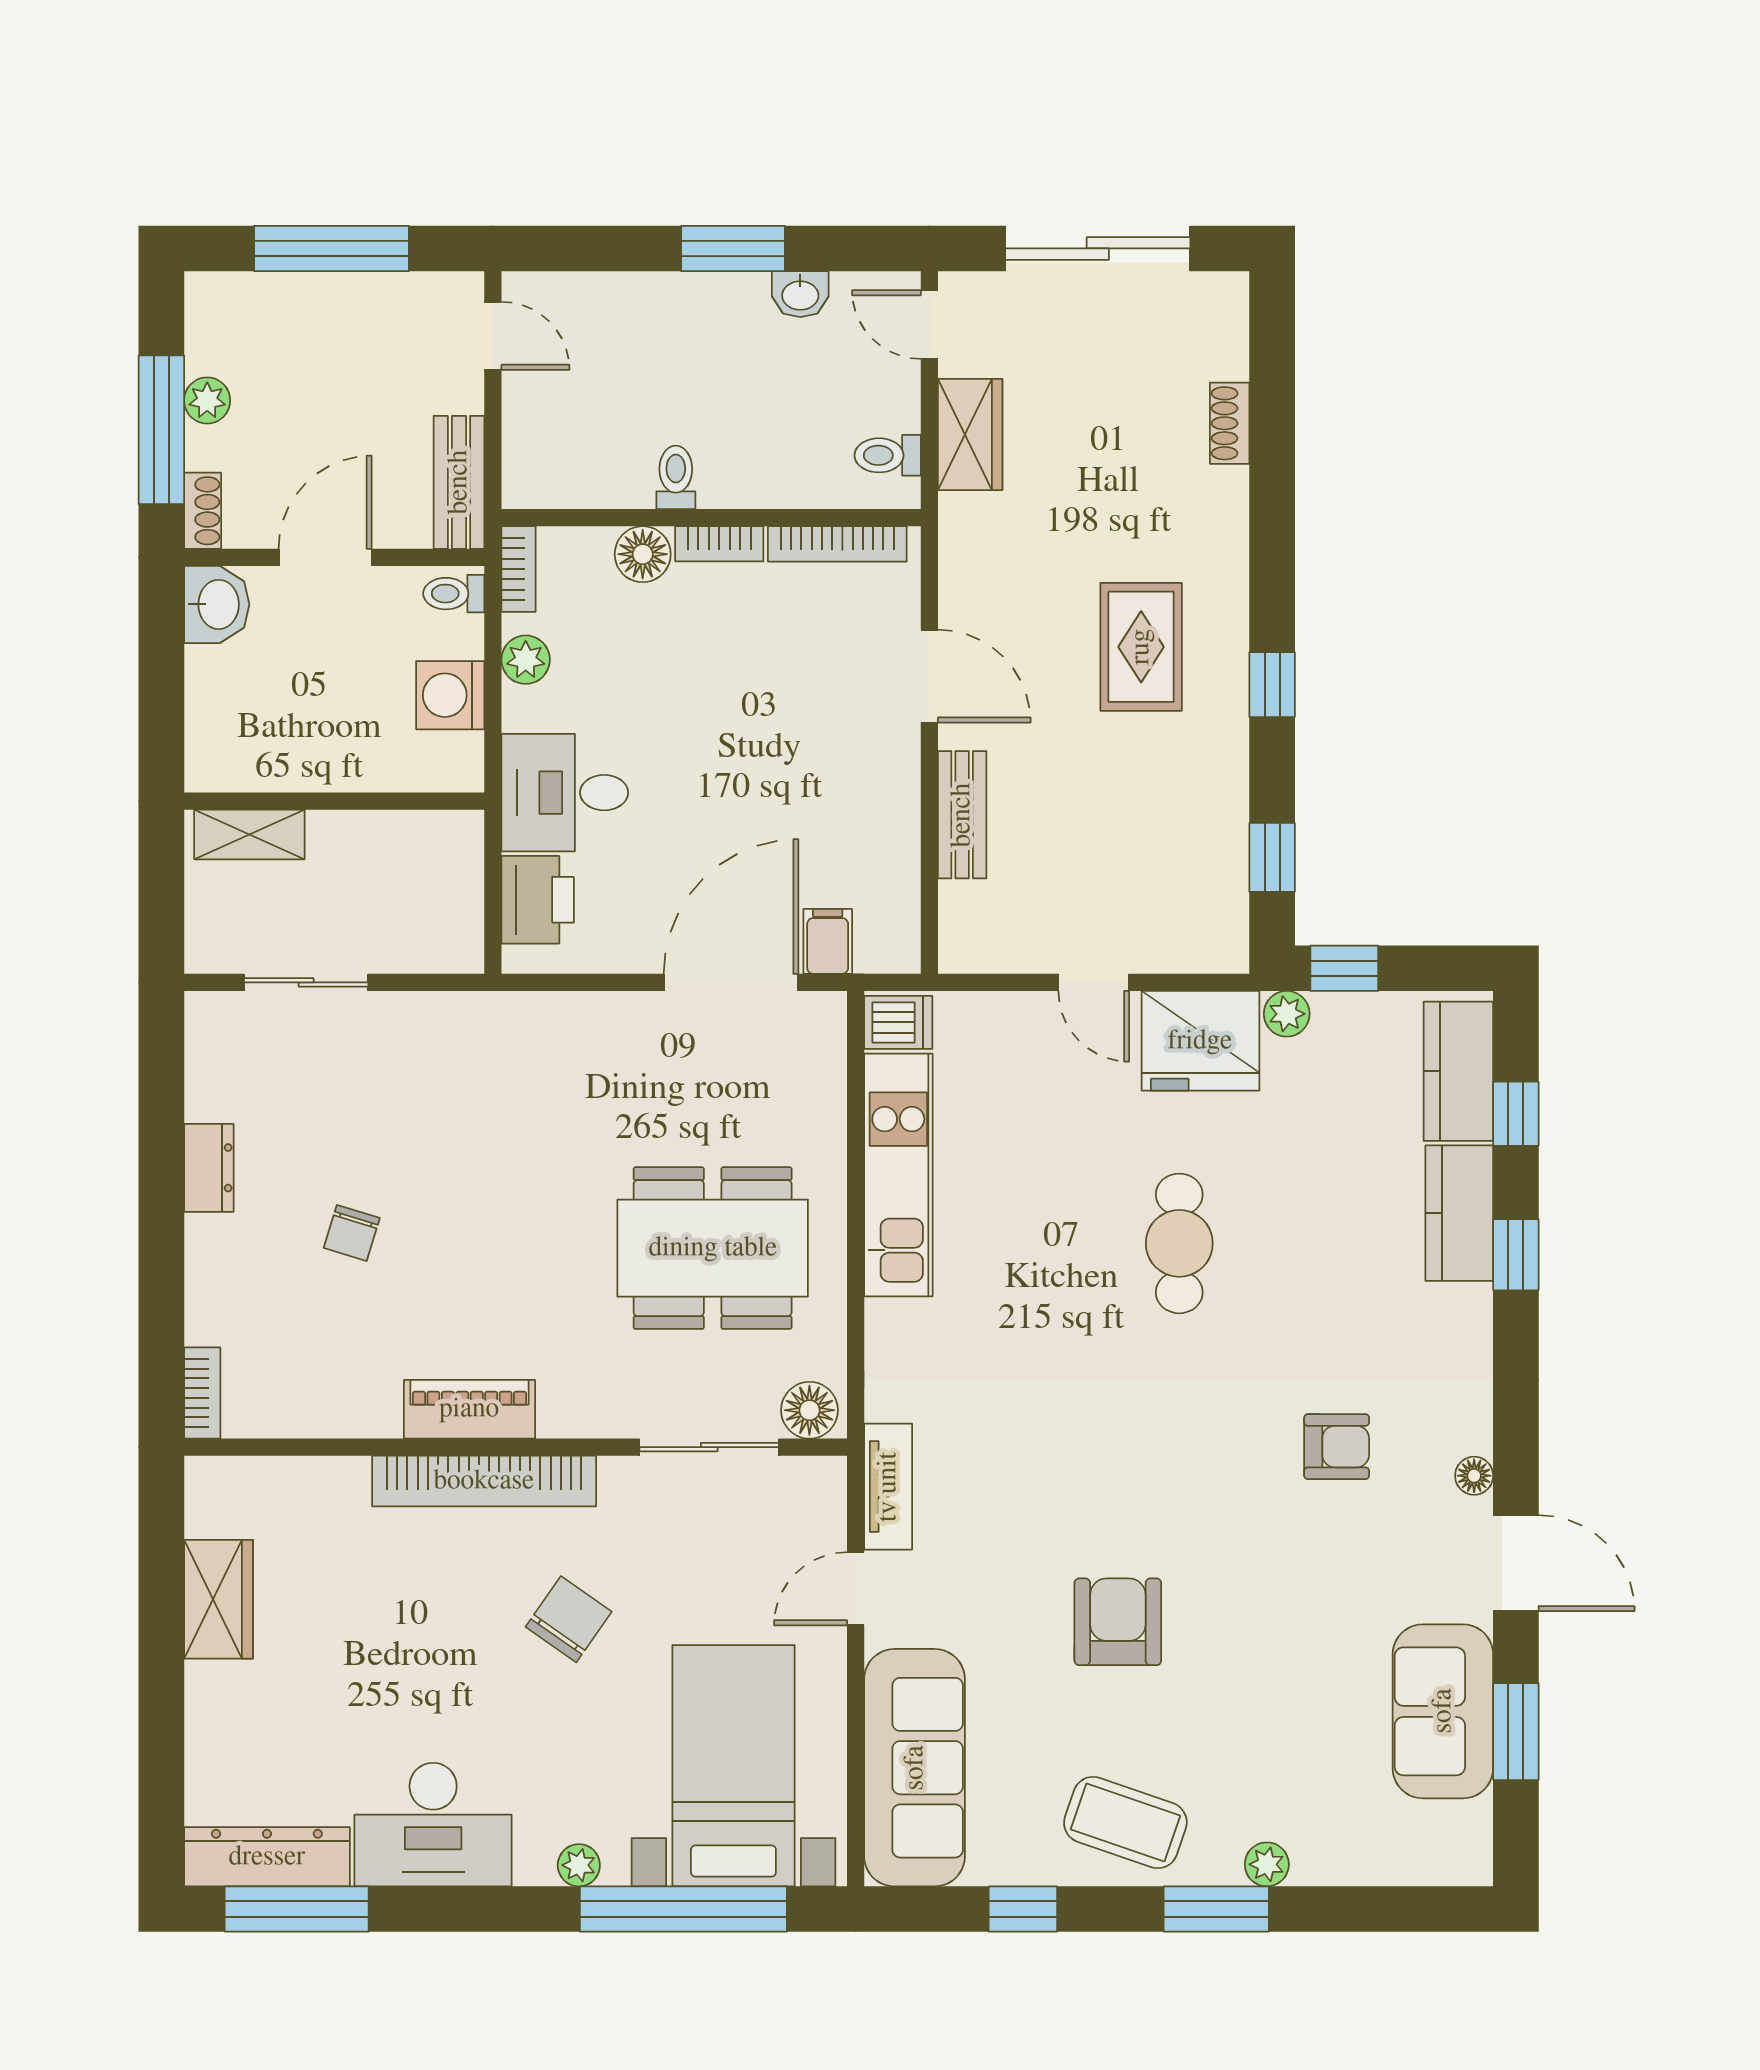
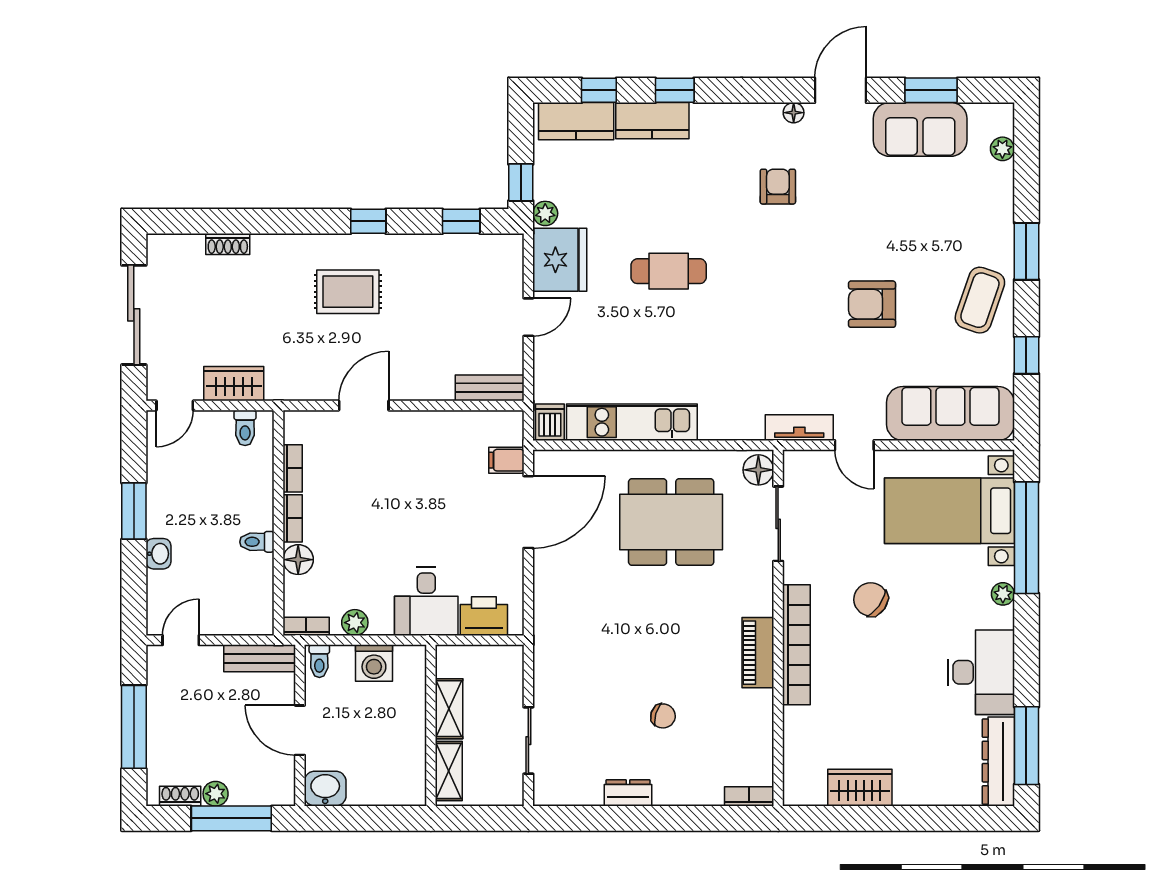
washbasin: (800, 294) -> (158, 554), moved
shoe rack: (203, 511) -> (180, 796), moved
bookcase: (837, 544) -> (293, 468), width x0.64
bench: (962, 815) -> (490, 388), moved
shelving: (365, 835) -> (449, 709), added
door: (731, 982) -> (528, 512), swing flipped
dining table: (713, 1248) -> (671, 522), turned 90
plant: (1267, 1864) -> (1002, 149), moved

